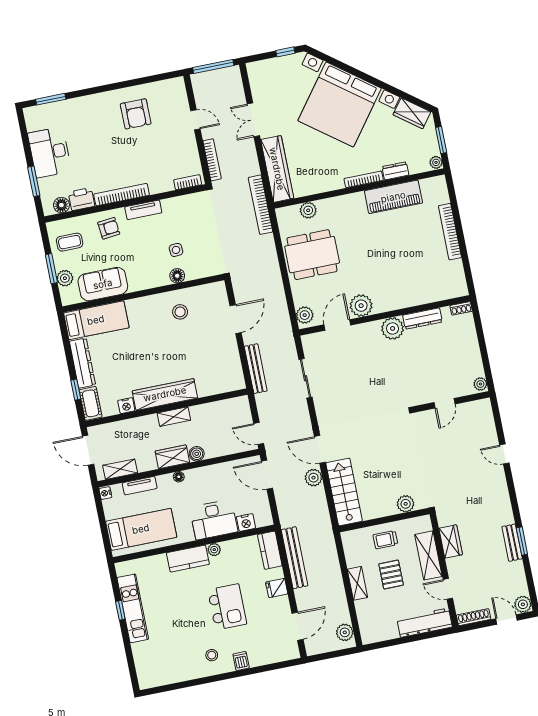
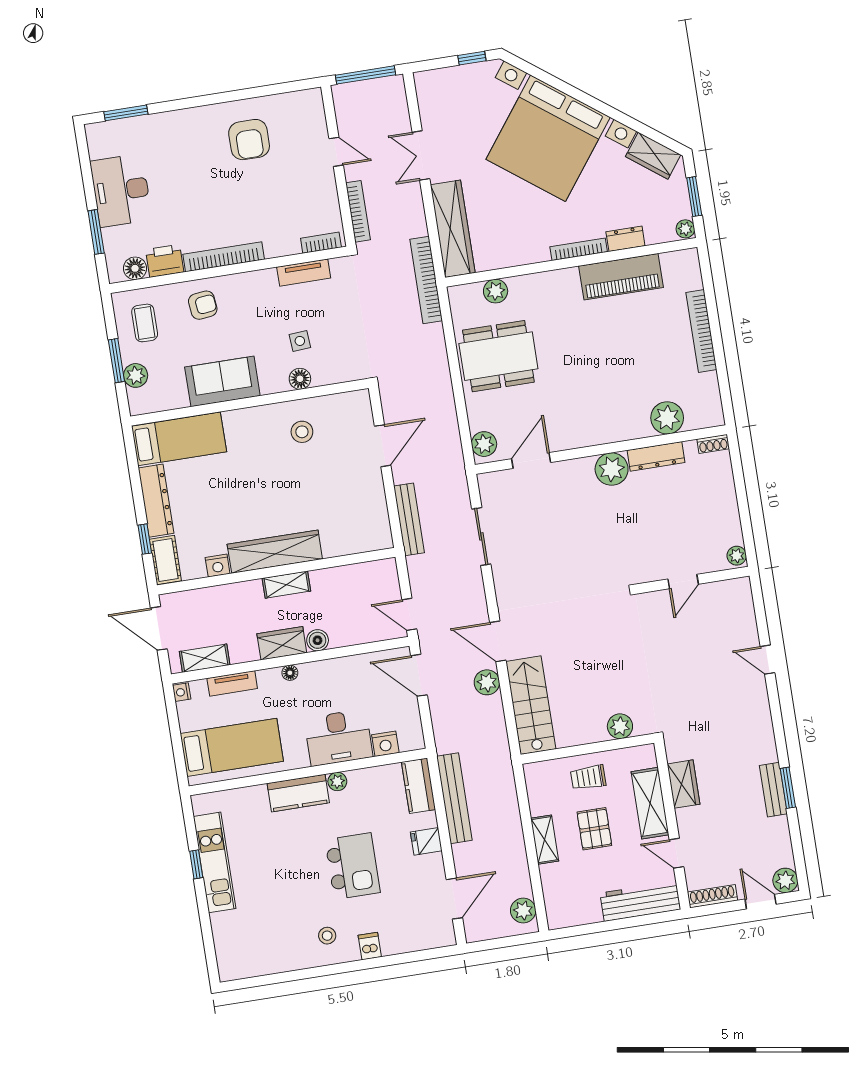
tv unit: (143, 210) -> (304, 273), moved
coffee table: (70, 242) -> (145, 323), turned 90
sofa: (103, 284) -> (222, 381), moved
plant: (361, 306) -> (667, 418), moved

